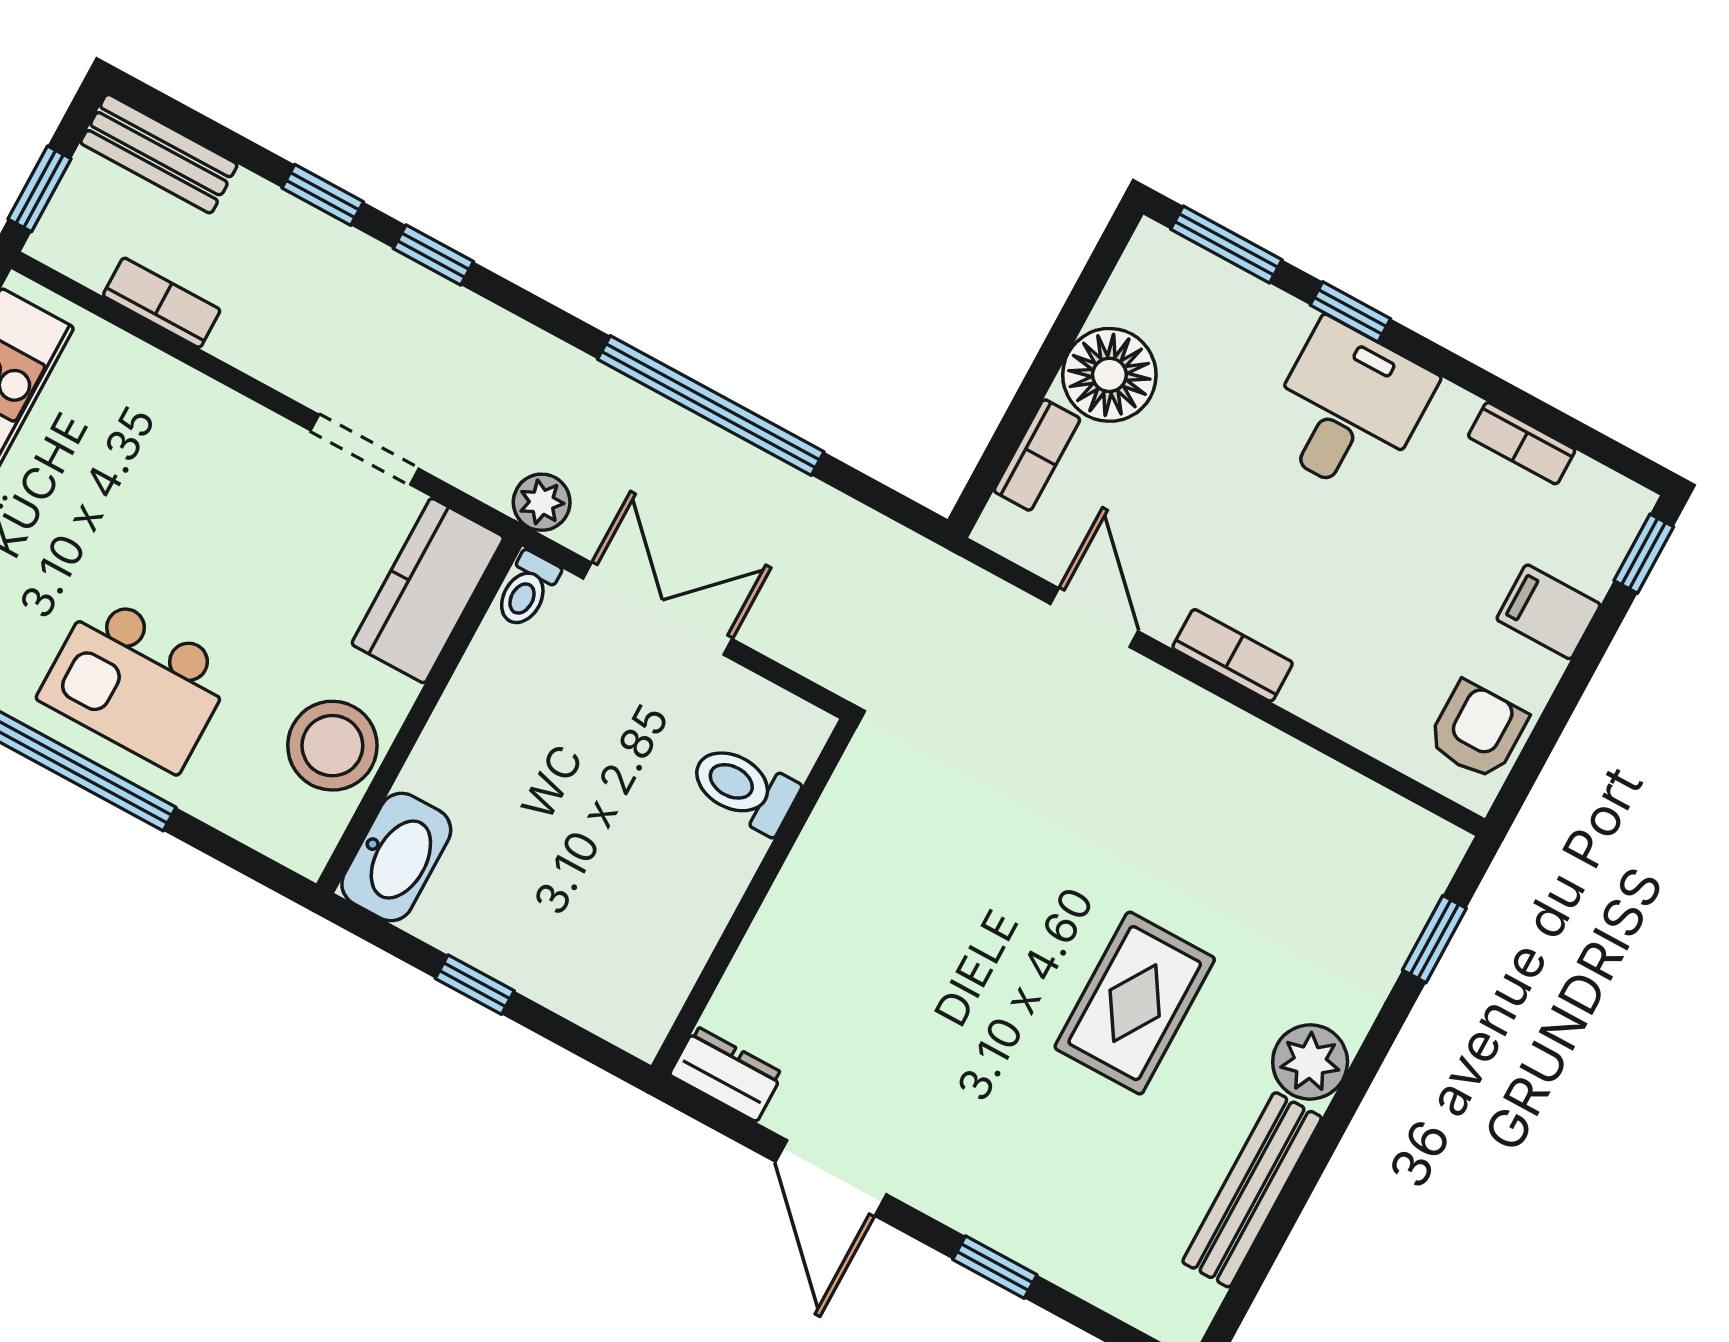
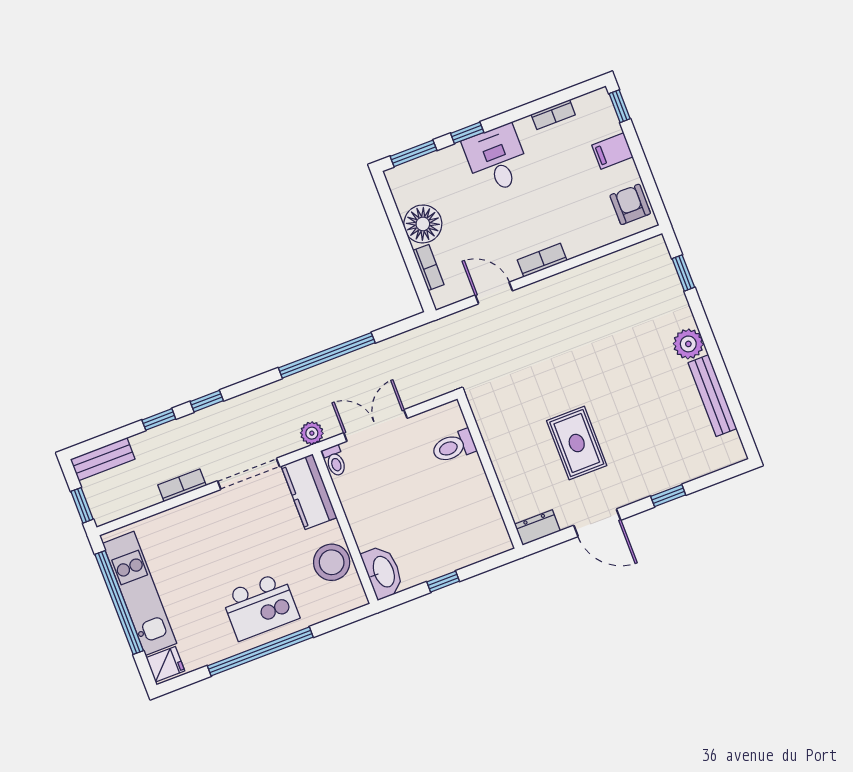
bookcase: (162, 303) -> (182, 485), moved
doorway: (365, 450) -> (249, 474), width x1.38
rug: (1135, 1003) -> (577, 443), moved

